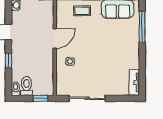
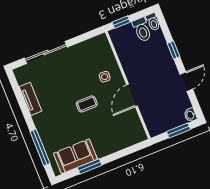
coffee table: (82, 11) -> (87, 104), moved
tv unit: (134, 82) -> (31, 99), moved
sliding door: (87, 98) -> (46, 53), moved

